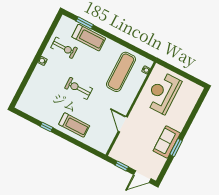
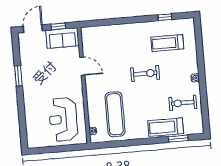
reception desk: (163, 93) -> (63, 119), turned 180
treadmill: (74, 125) -> (167, 43), moved
window: (47, 127) -> (165, 17), moved
sofa: (167, 142) -> (62, 38), moved, turned 90

